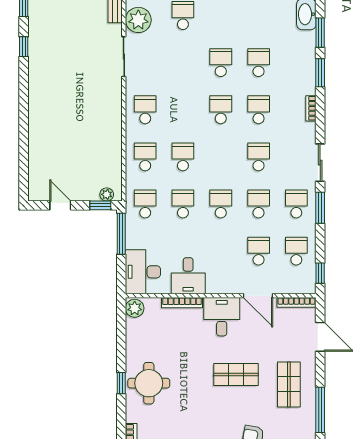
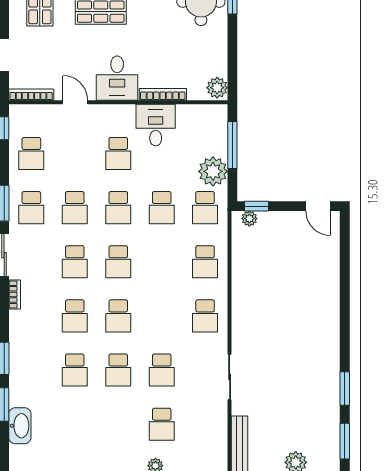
plant: (138, 20) -> (213, 171), moved
window: (24, 47) -> (345, 388), width x1.50
school desk: (183, 63) -> (162, 370), added
bookcase: (311, 108) -> (15, 294), moved
school desk: (183, 157) -> (118, 262), moved
door: (60, 205) -> (318, 206), moved
window: (121, 234) -> (232, 145), moved
school desk: (259, 251) -> (118, 153), moved
desk: (143, 272) -> (208, 130), removed
door: (258, 296) -> (75, 102), width x0.73

